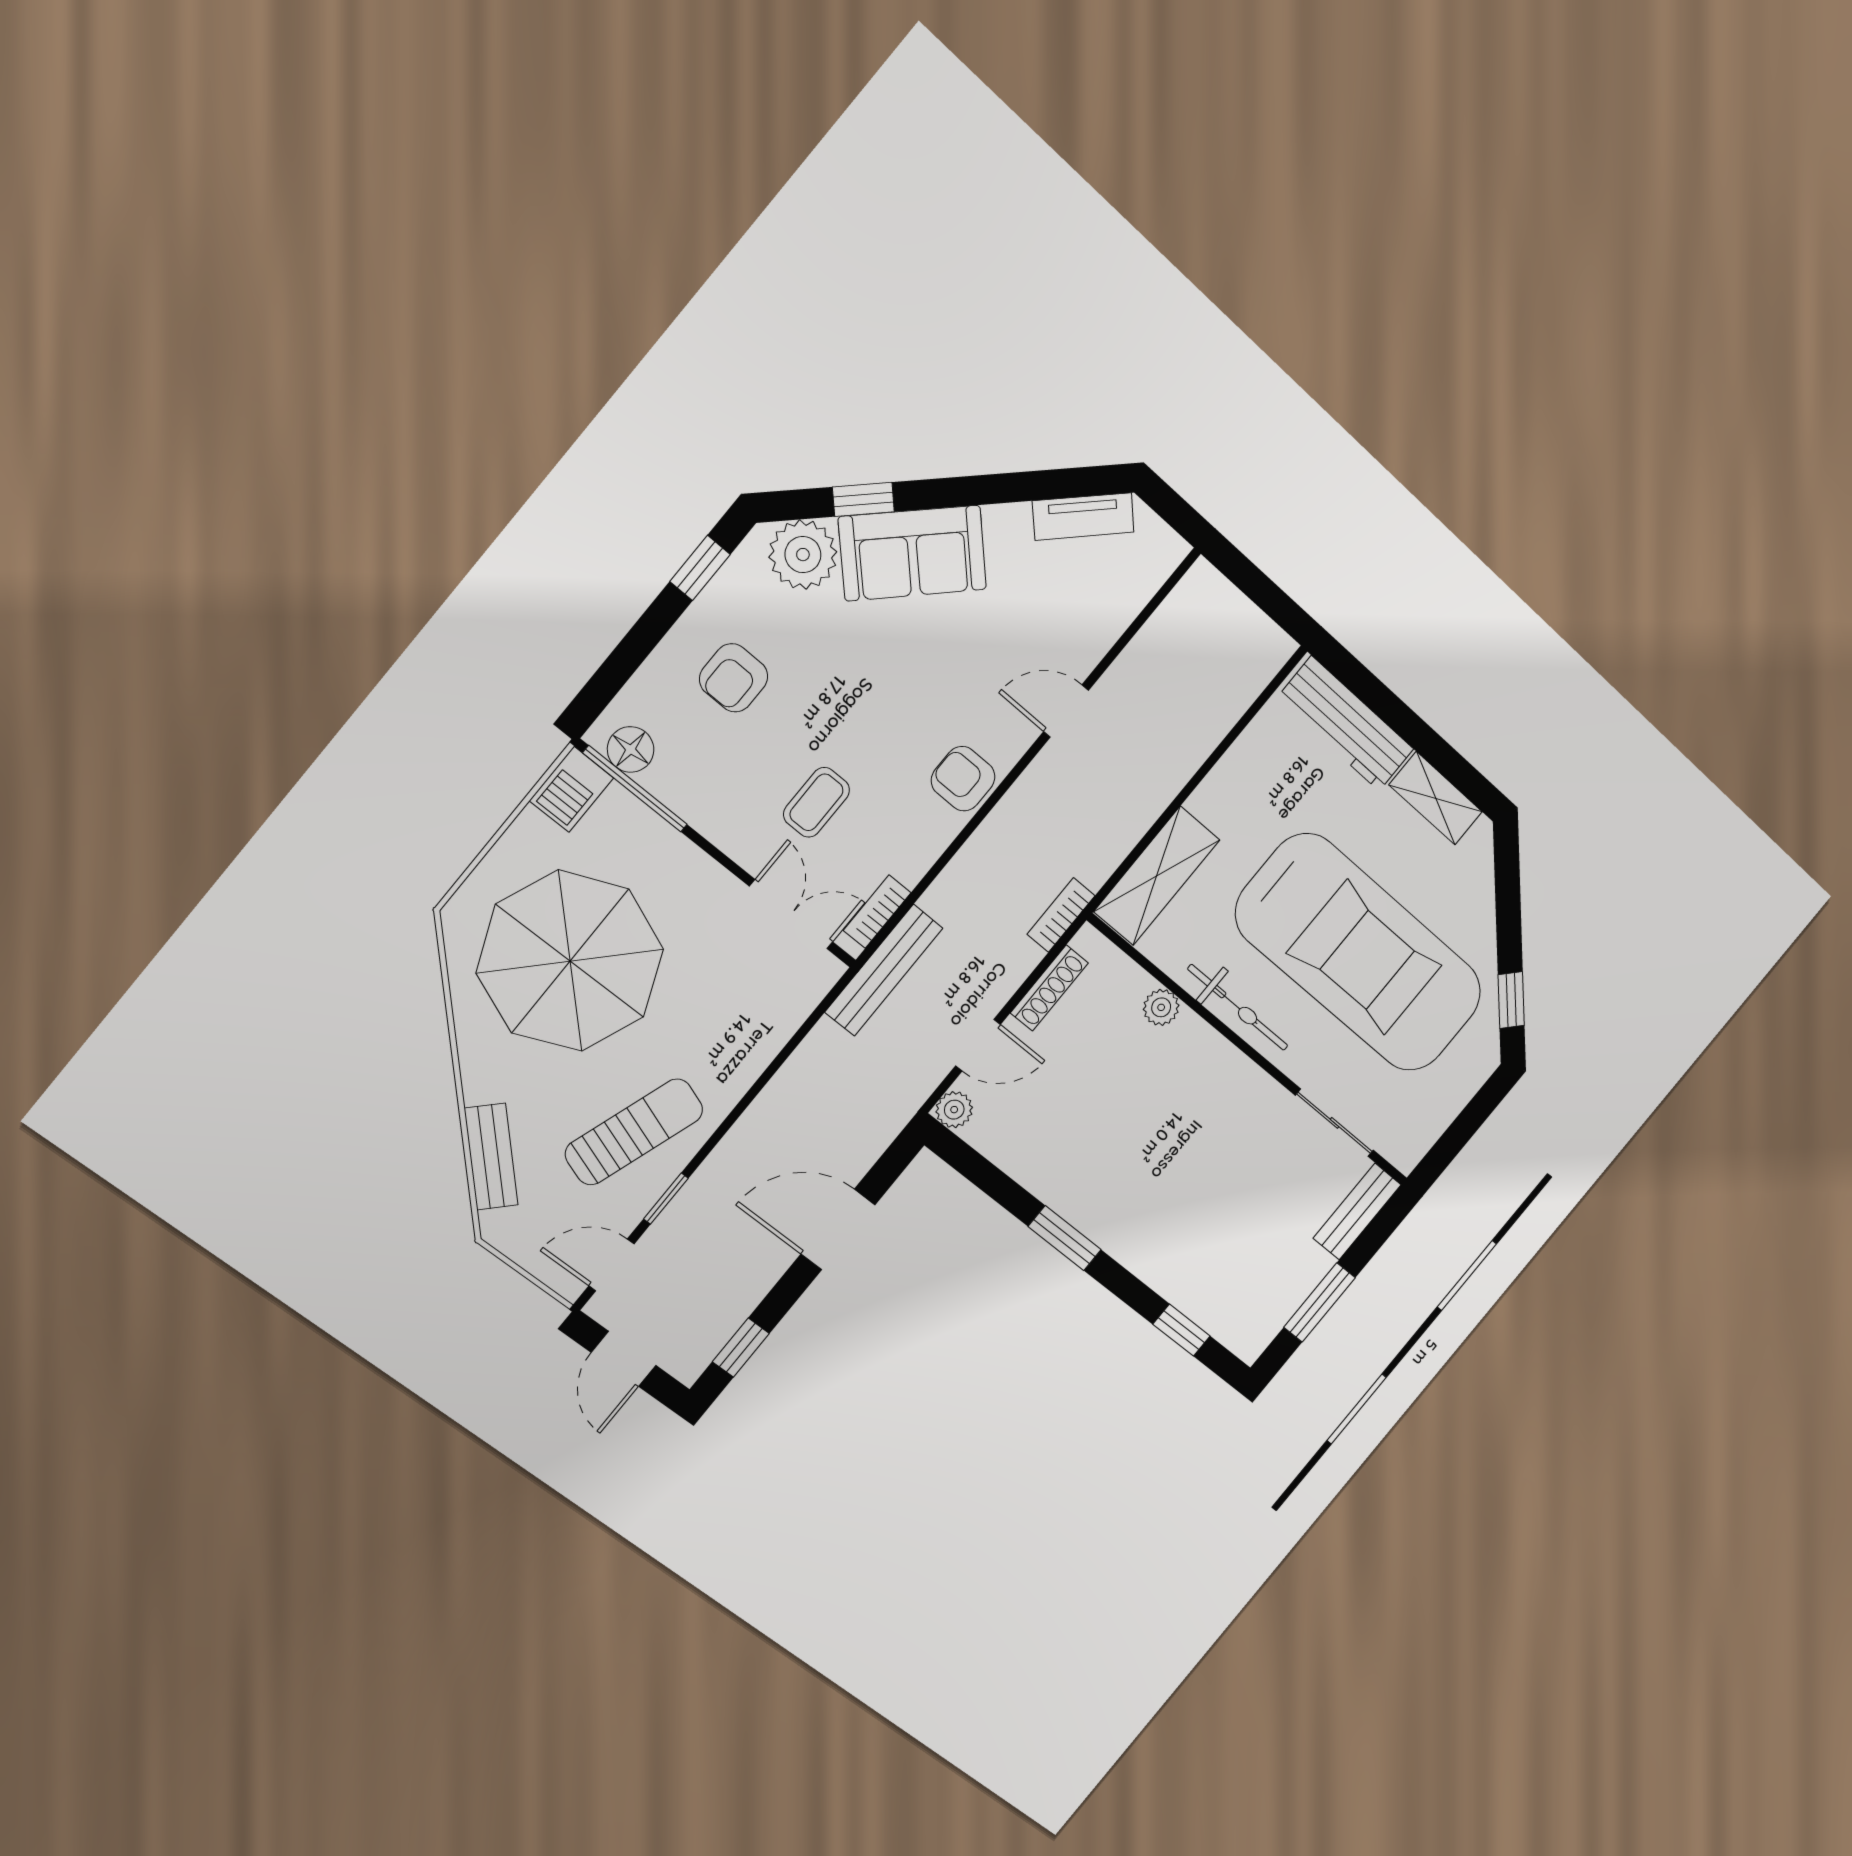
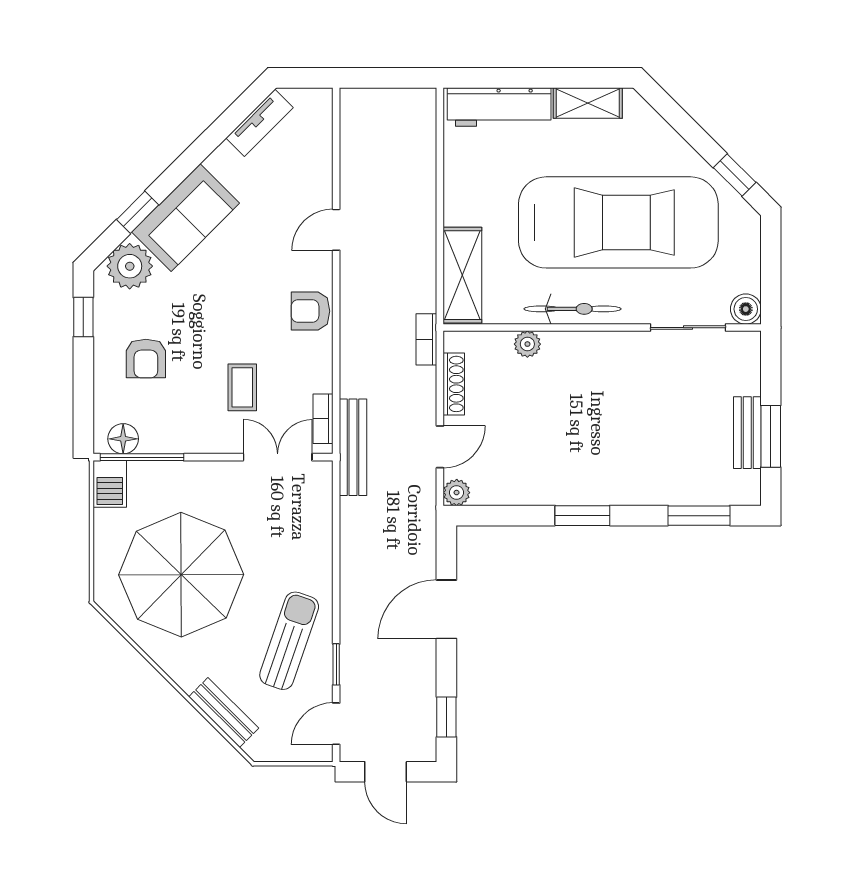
boiler: (1406, 1150) -> (746, 309), added
bench: (1357, 1212) -> (747, 433), moved
window: (1181, 1330) -> (699, 516), width x1.50

